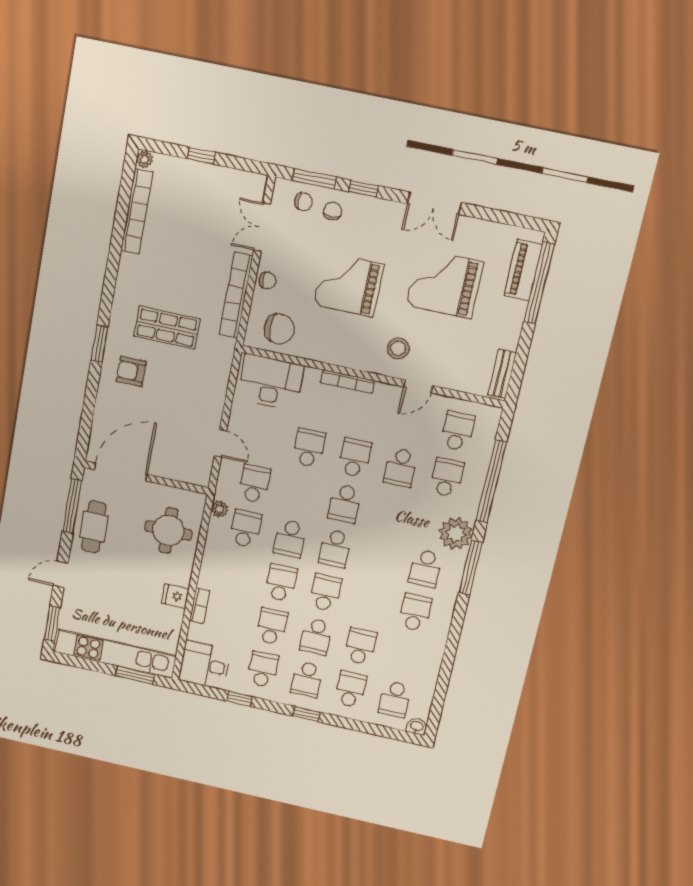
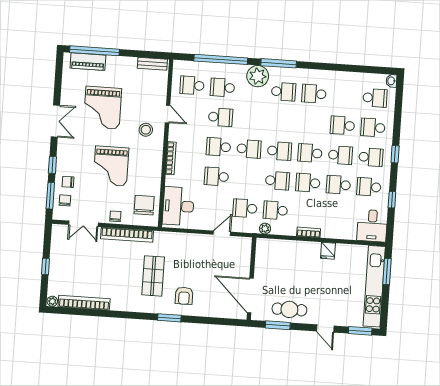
window: (72, 506) -> (278, 325), width x0.69
round table: (168, 530) -> (284, 260), removed
bookcase: (199, 606) -> (309, 232), moved

